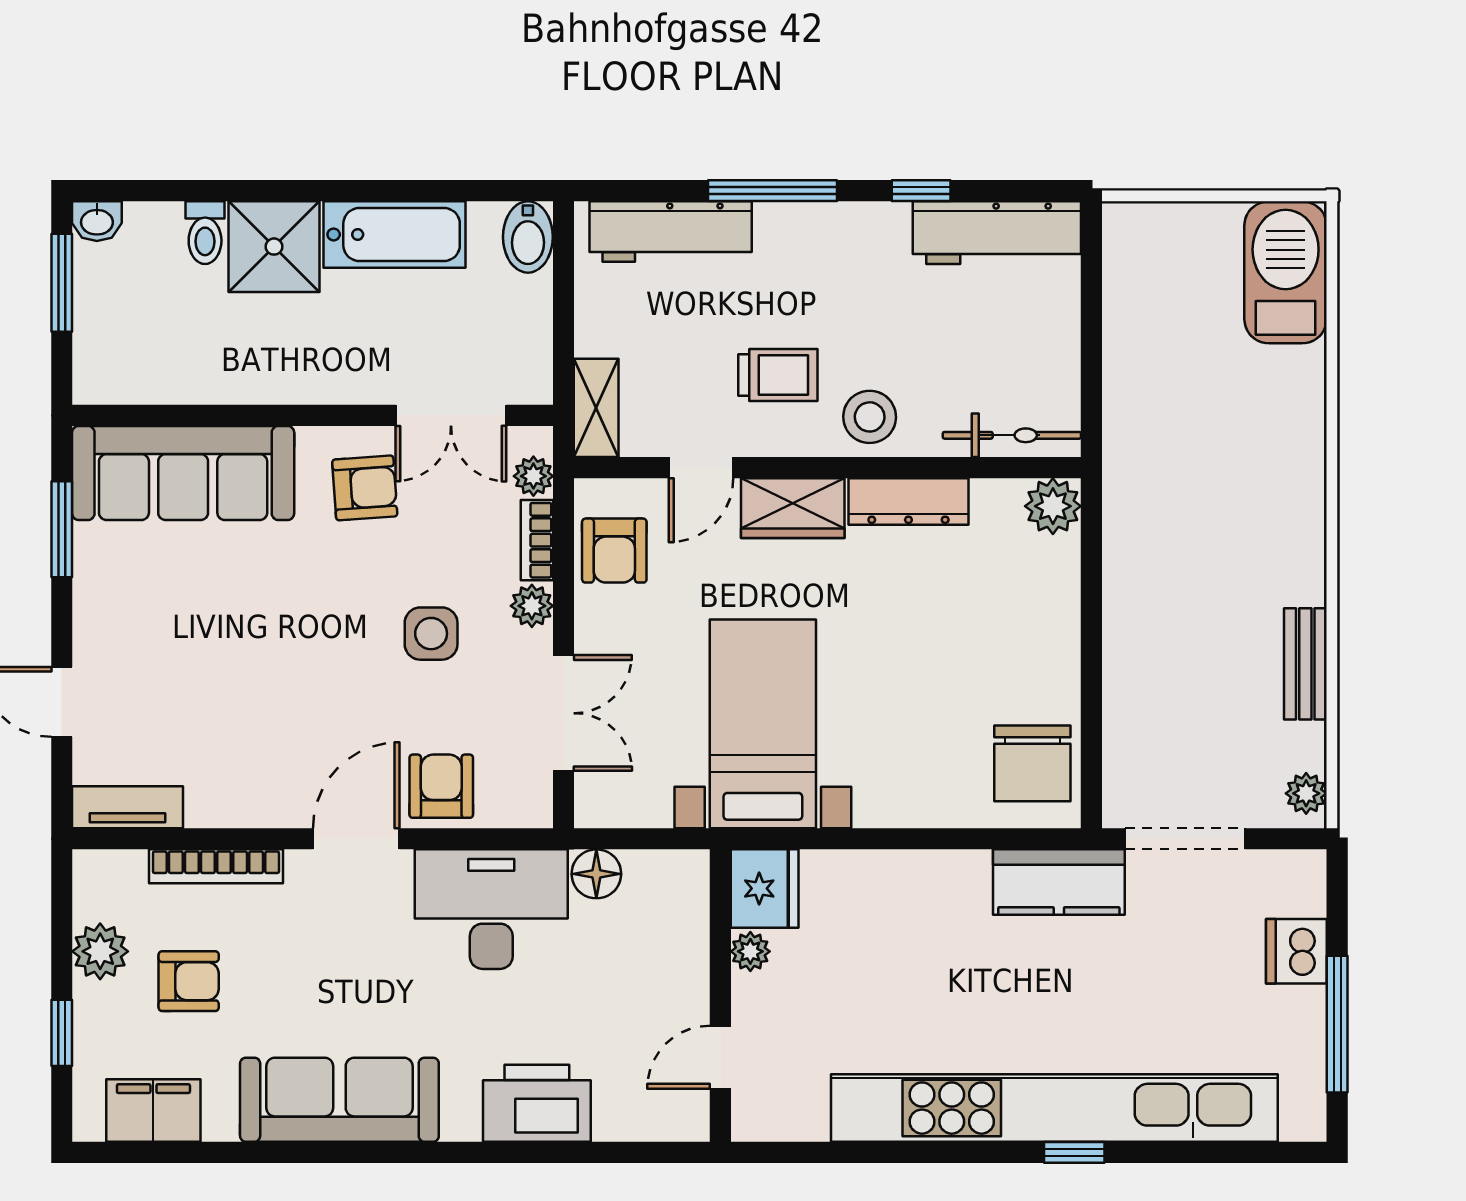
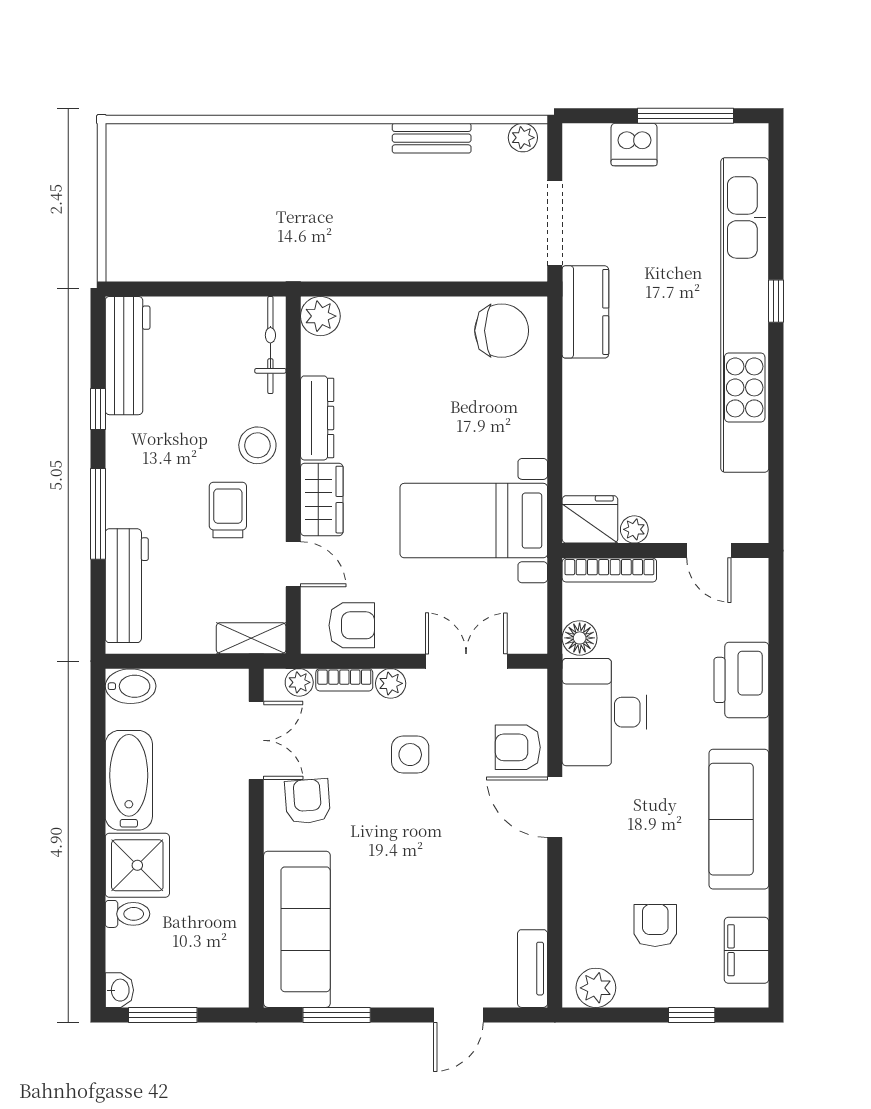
barbecue: (1286, 272) -> (155, 152), removed
bookcase: (216, 866) -> (609, 570), moved, turned 90
plant: (100, 951) -> (596, 988), moved

